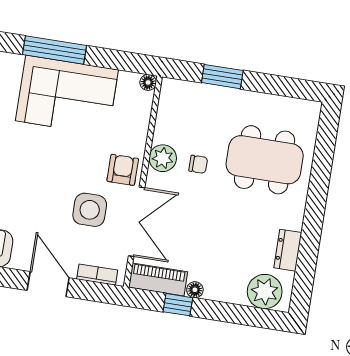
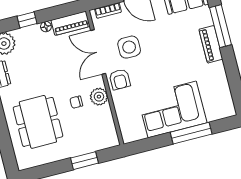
floor lamp: (148, 82) -> (127, 138), removed
dining table: (265, 160) -> (38, 122), turned 90
window: (178, 305) -> (27, 20), moved

